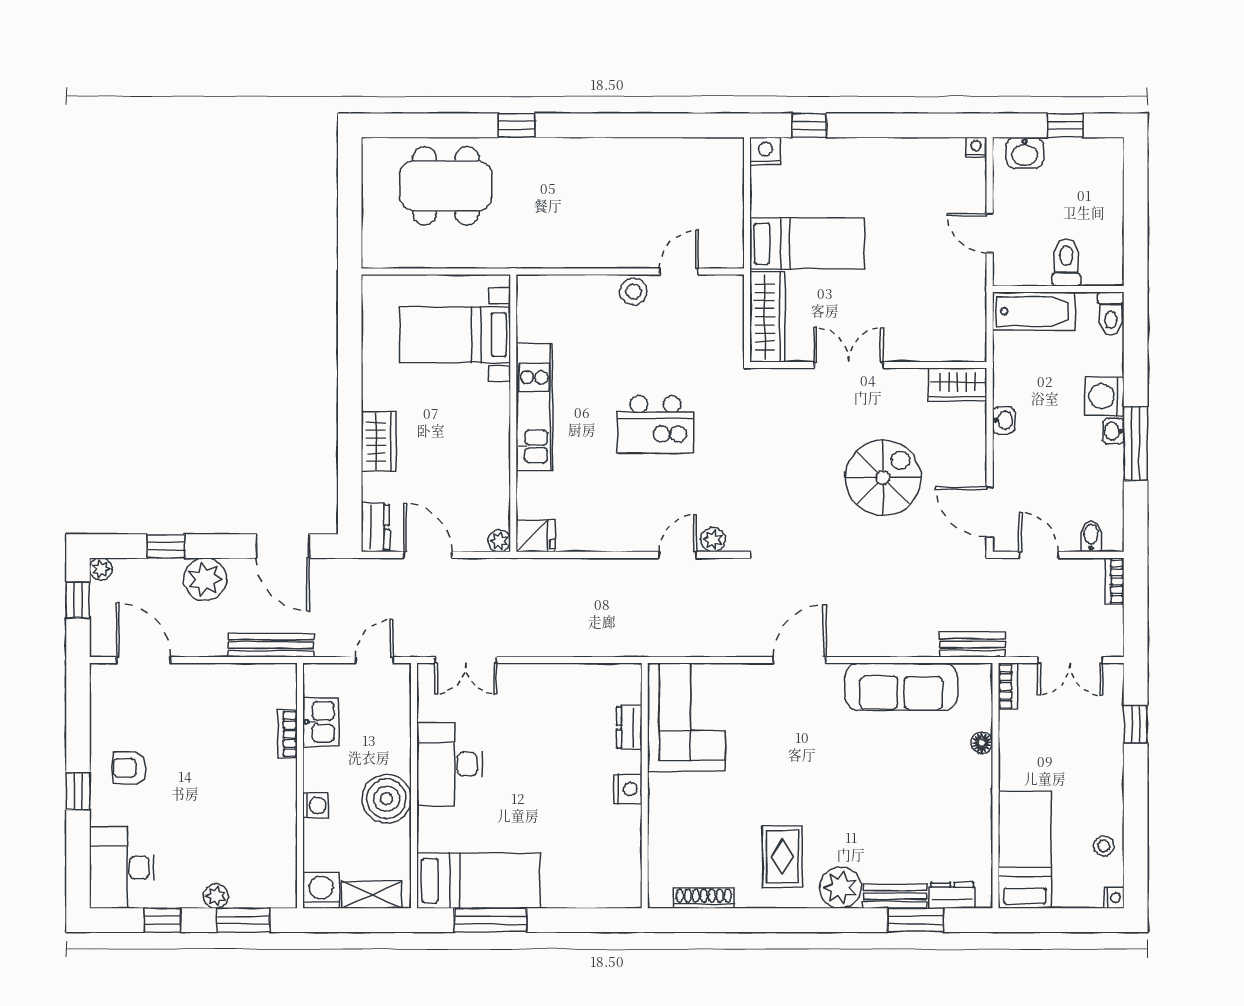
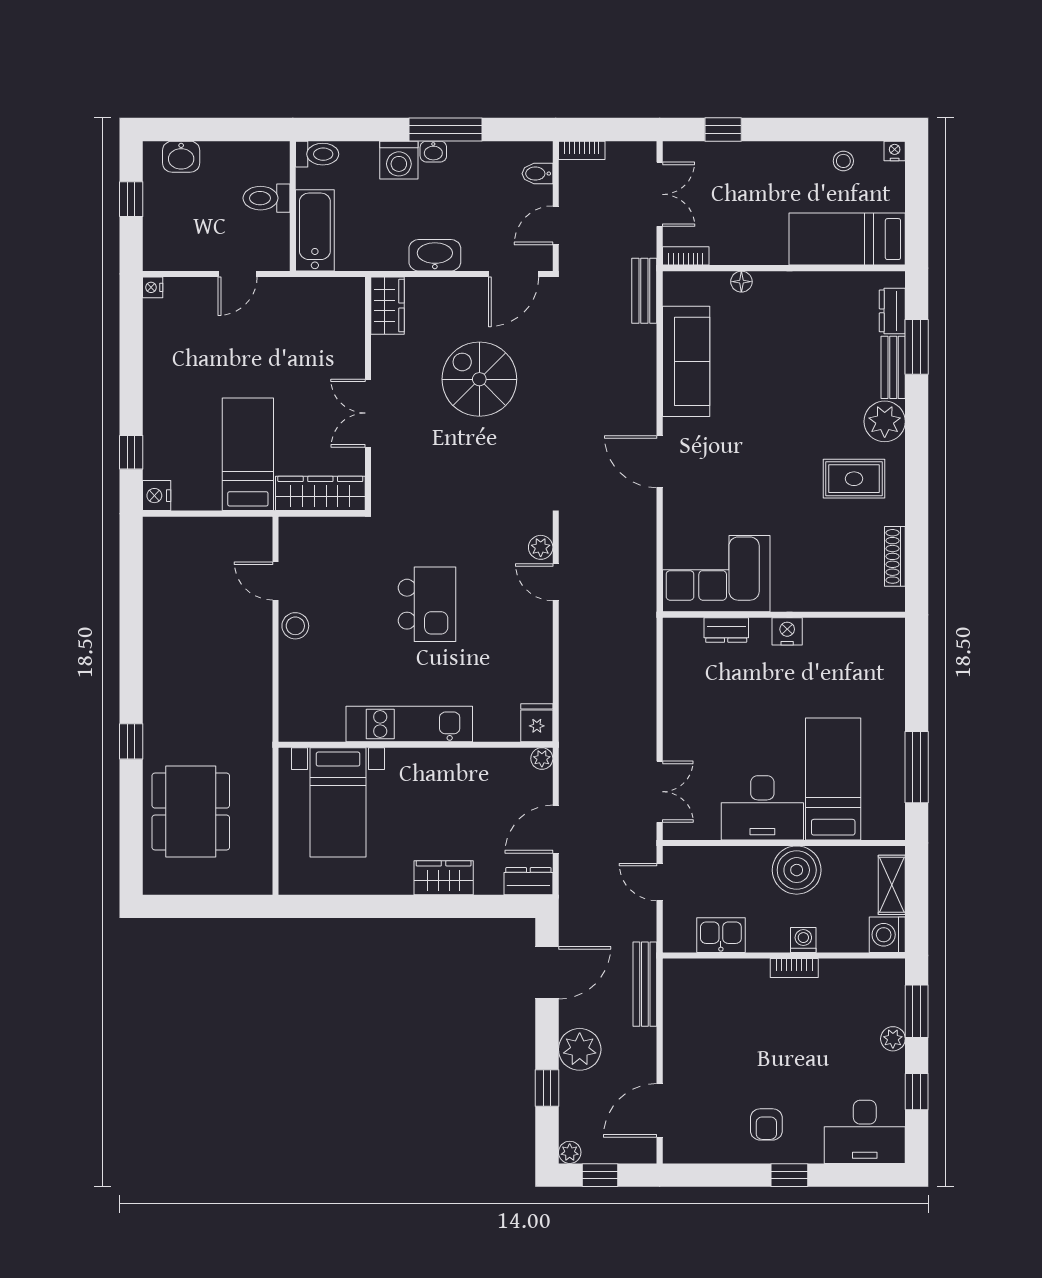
washbasin: (1025, 153) -> (181, 157), moved, turned 90
washbasin: (1004, 420) -> (435, 255), width x1.91, depth x1.45
bookcase: (287, 734) -> (794, 968), moved
bed: (479, 881) -> (833, 779), moved

